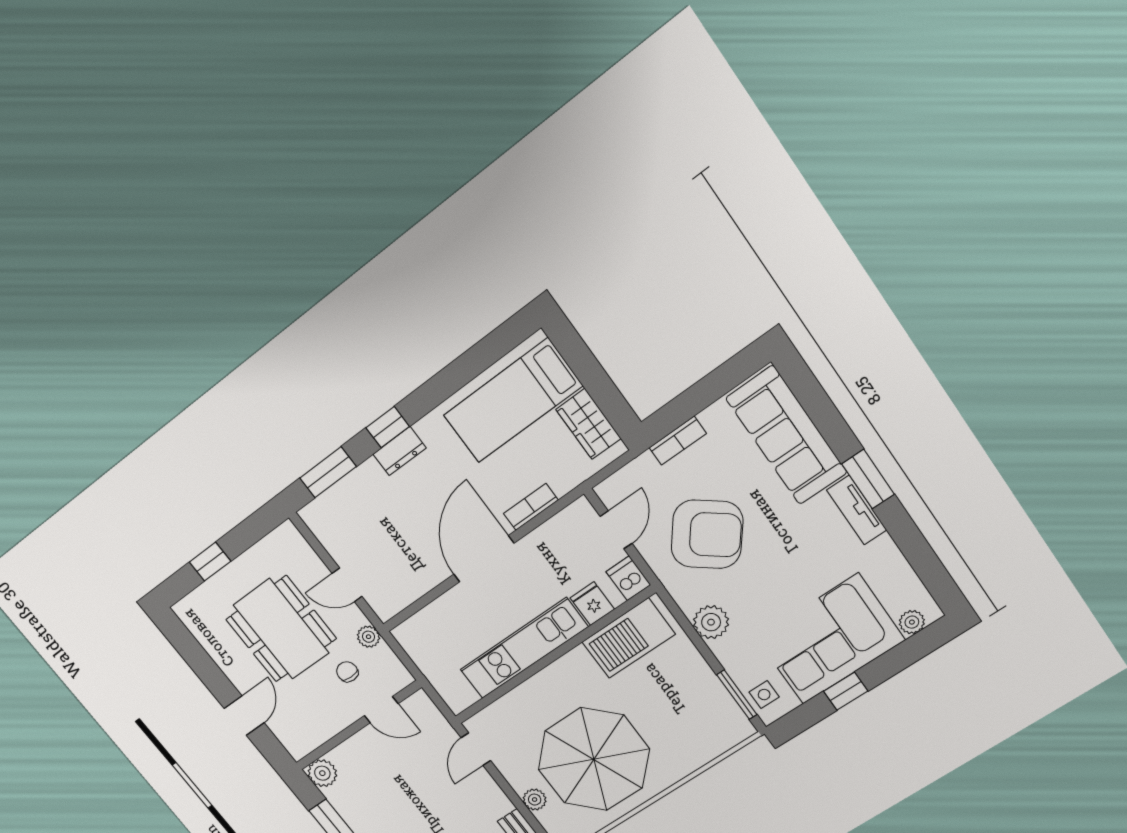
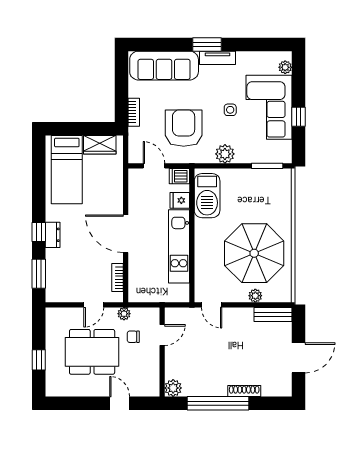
bookcase: (531, 507) -> (118, 278), moved
armchair: (707, 534) -> (184, 128), turned -38
side table: (764, 695) -> (230, 110), moved

